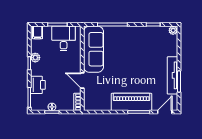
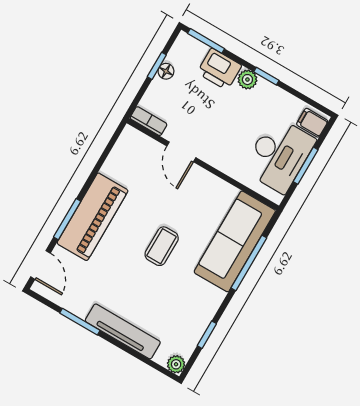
desk: (64, 38) -> (279, 155), width x1.37
sofa: (93, 49) -> (235, 241), moved, turned 90
plant: (35, 58) -> (247, 80), moved
coffee table: (127, 66) -> (162, 246), added
tv unit: (172, 75) -> (123, 331), moved
door: (82, 81) -> (181, 152), swing flipped

